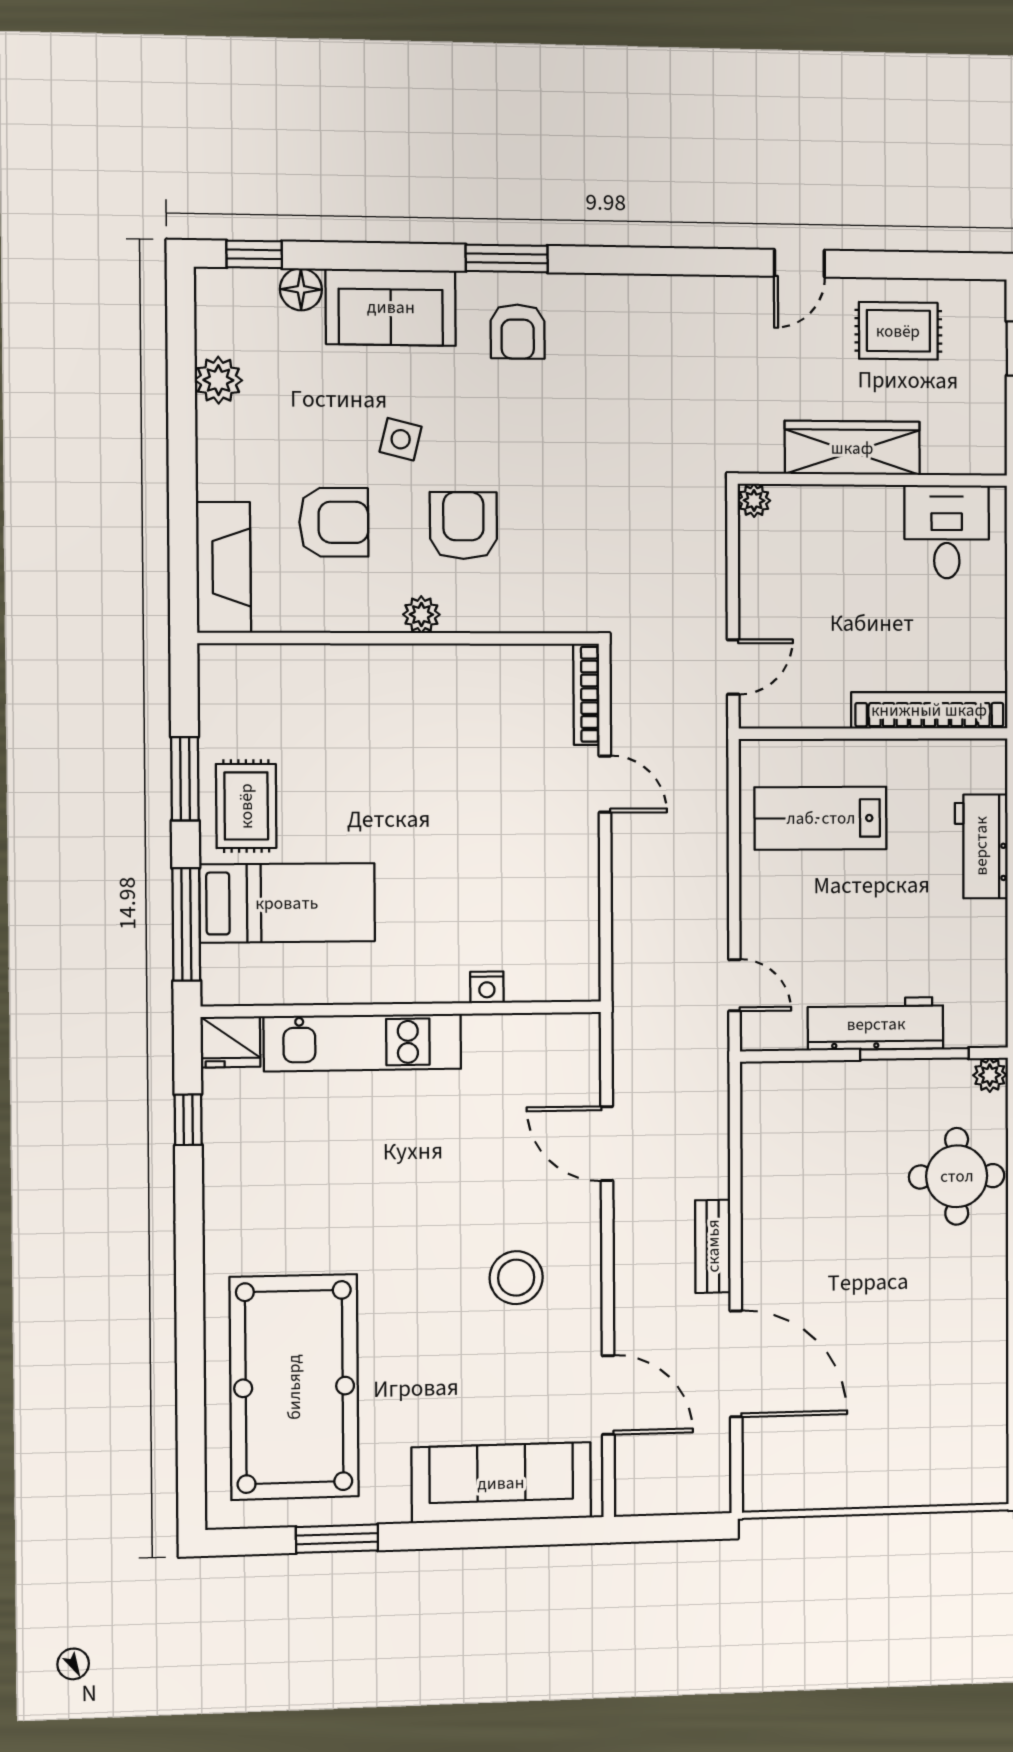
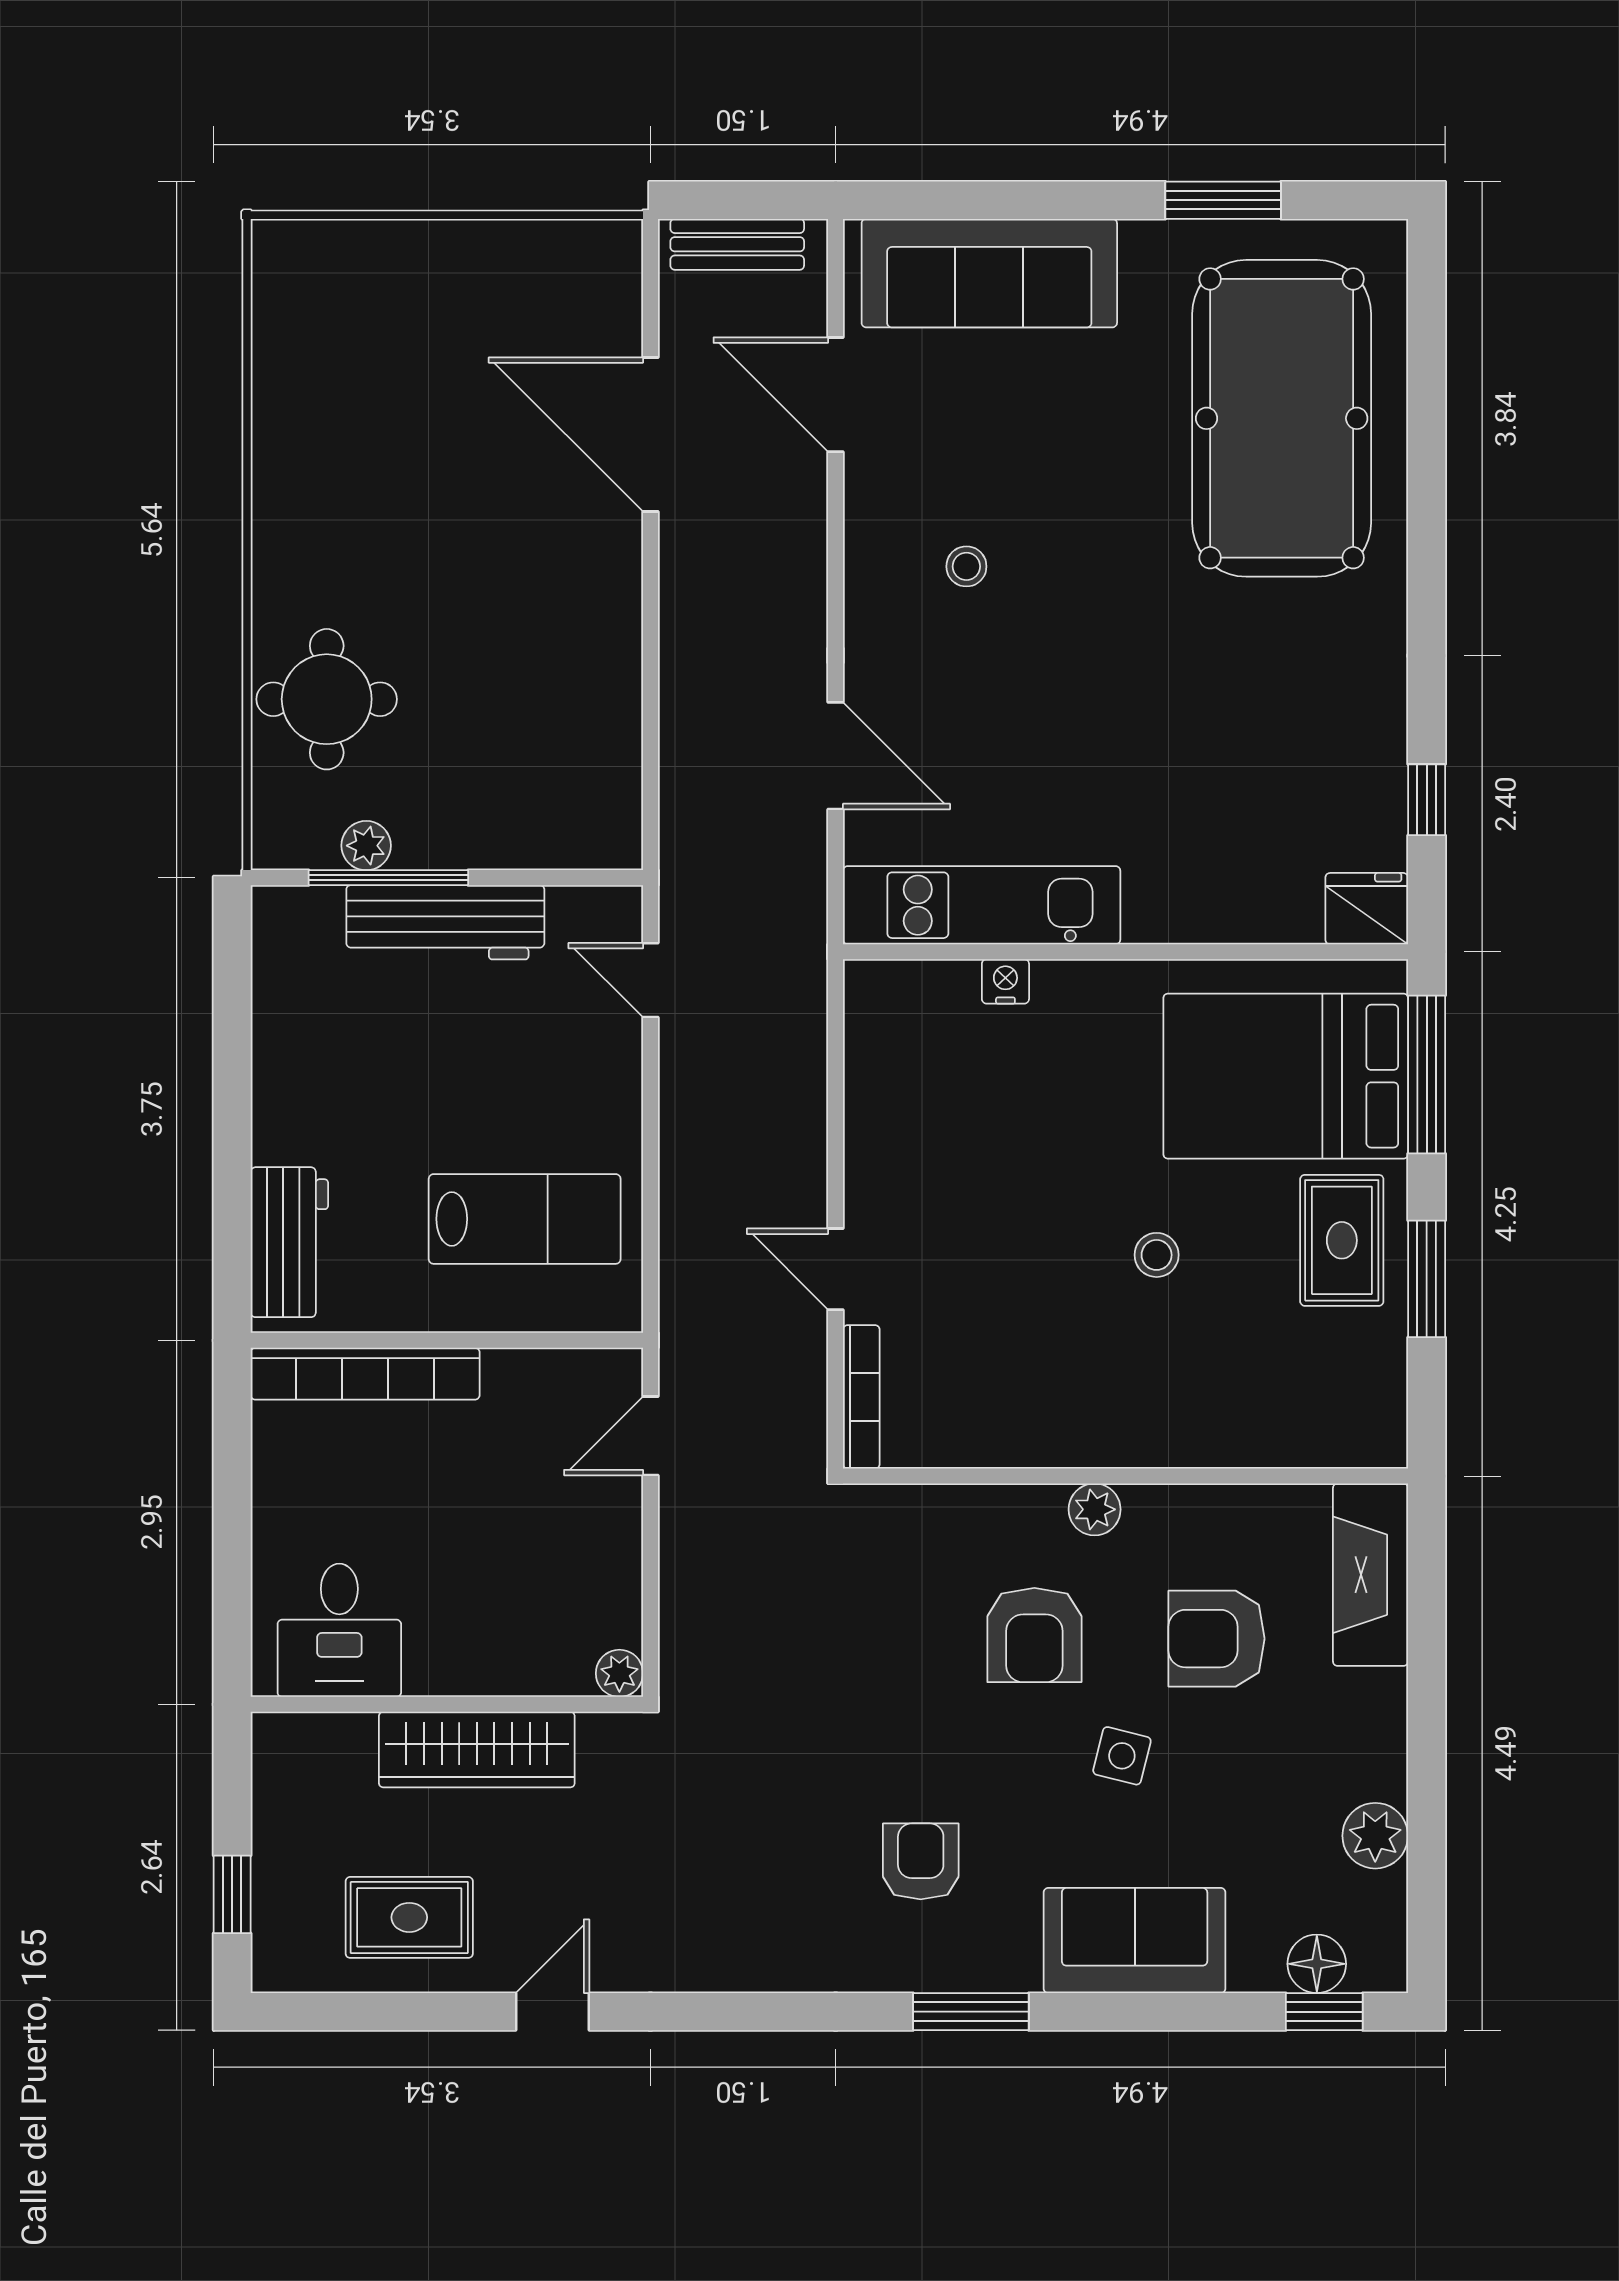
floor lamp: (301, 289) -> (1317, 1964), moved
armchair: (518, 331) -> (921, 1861), moved
stool: (379, 795) -> (1157, 1255), added
workbench: (981, 846) -> (289, 1242), moved
bed: (287, 903) -> (1286, 1076), width x1.50
kitchen unit: (363, 1043) -> (982, 905), moved
plant: (990, 1075) -> (366, 846), moved
bench: (713, 1246) -> (737, 244), moved, turned 90
stool: (516, 1278) -> (966, 566), width x0.53, depth x0.53

